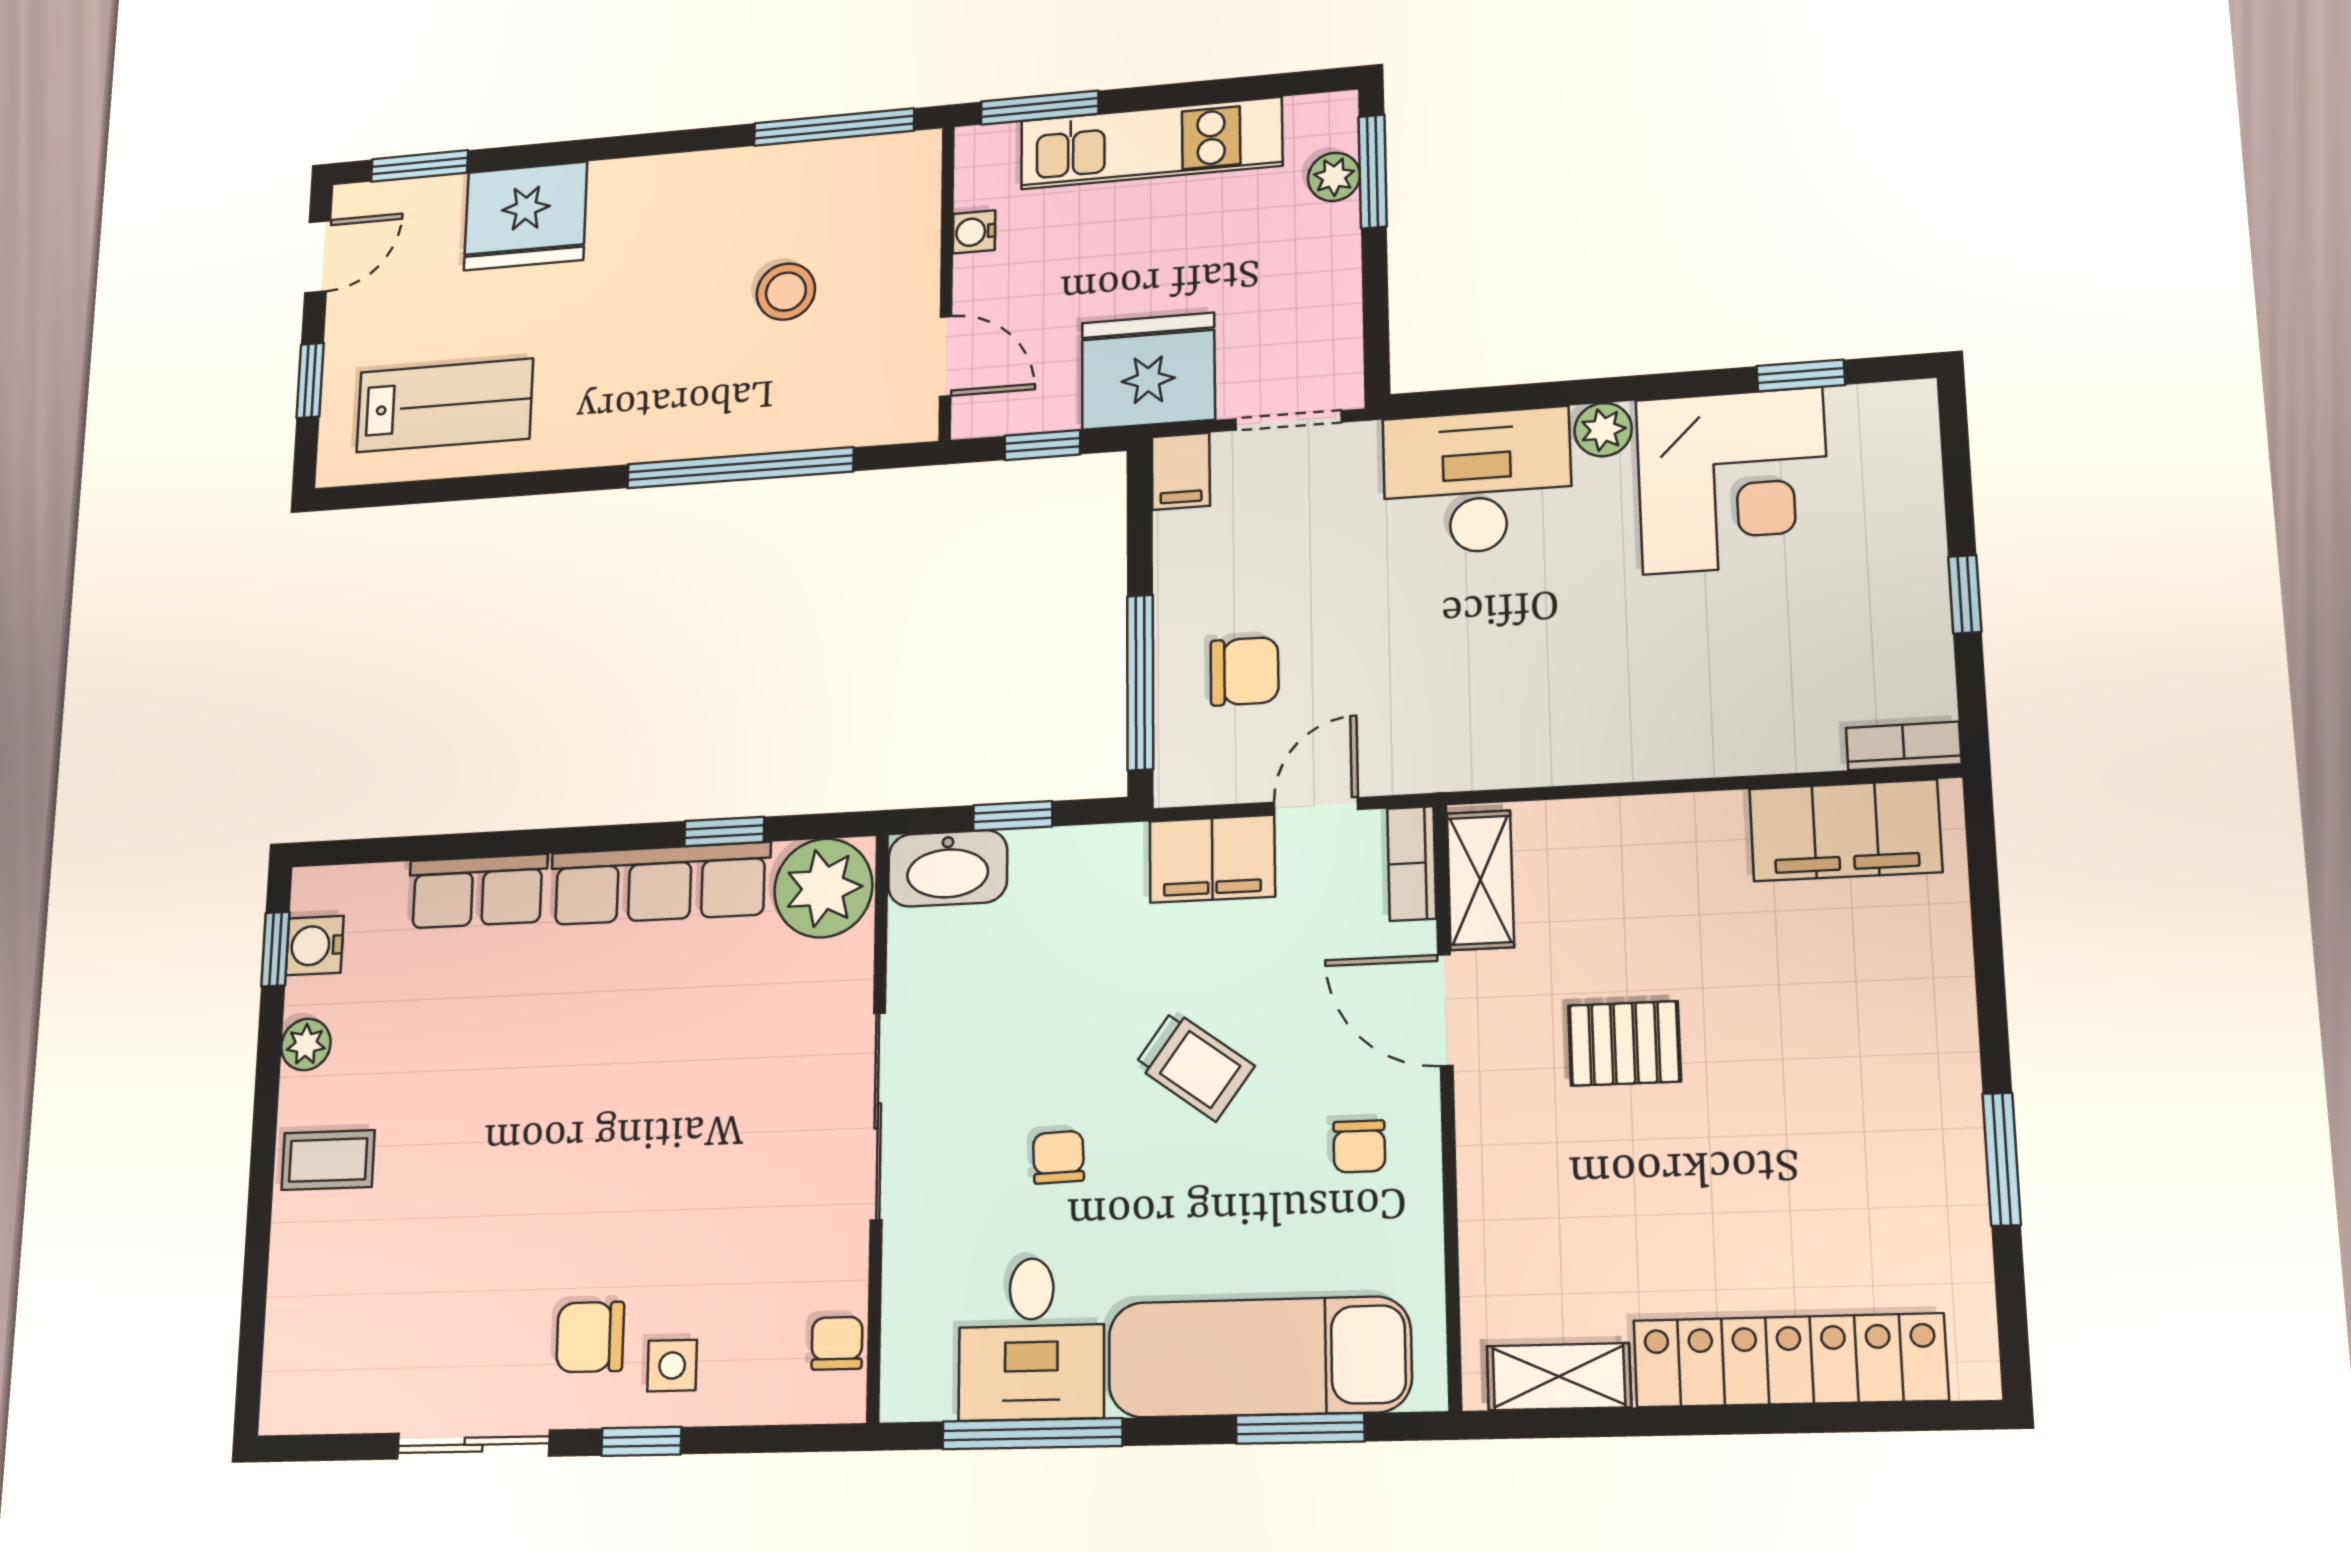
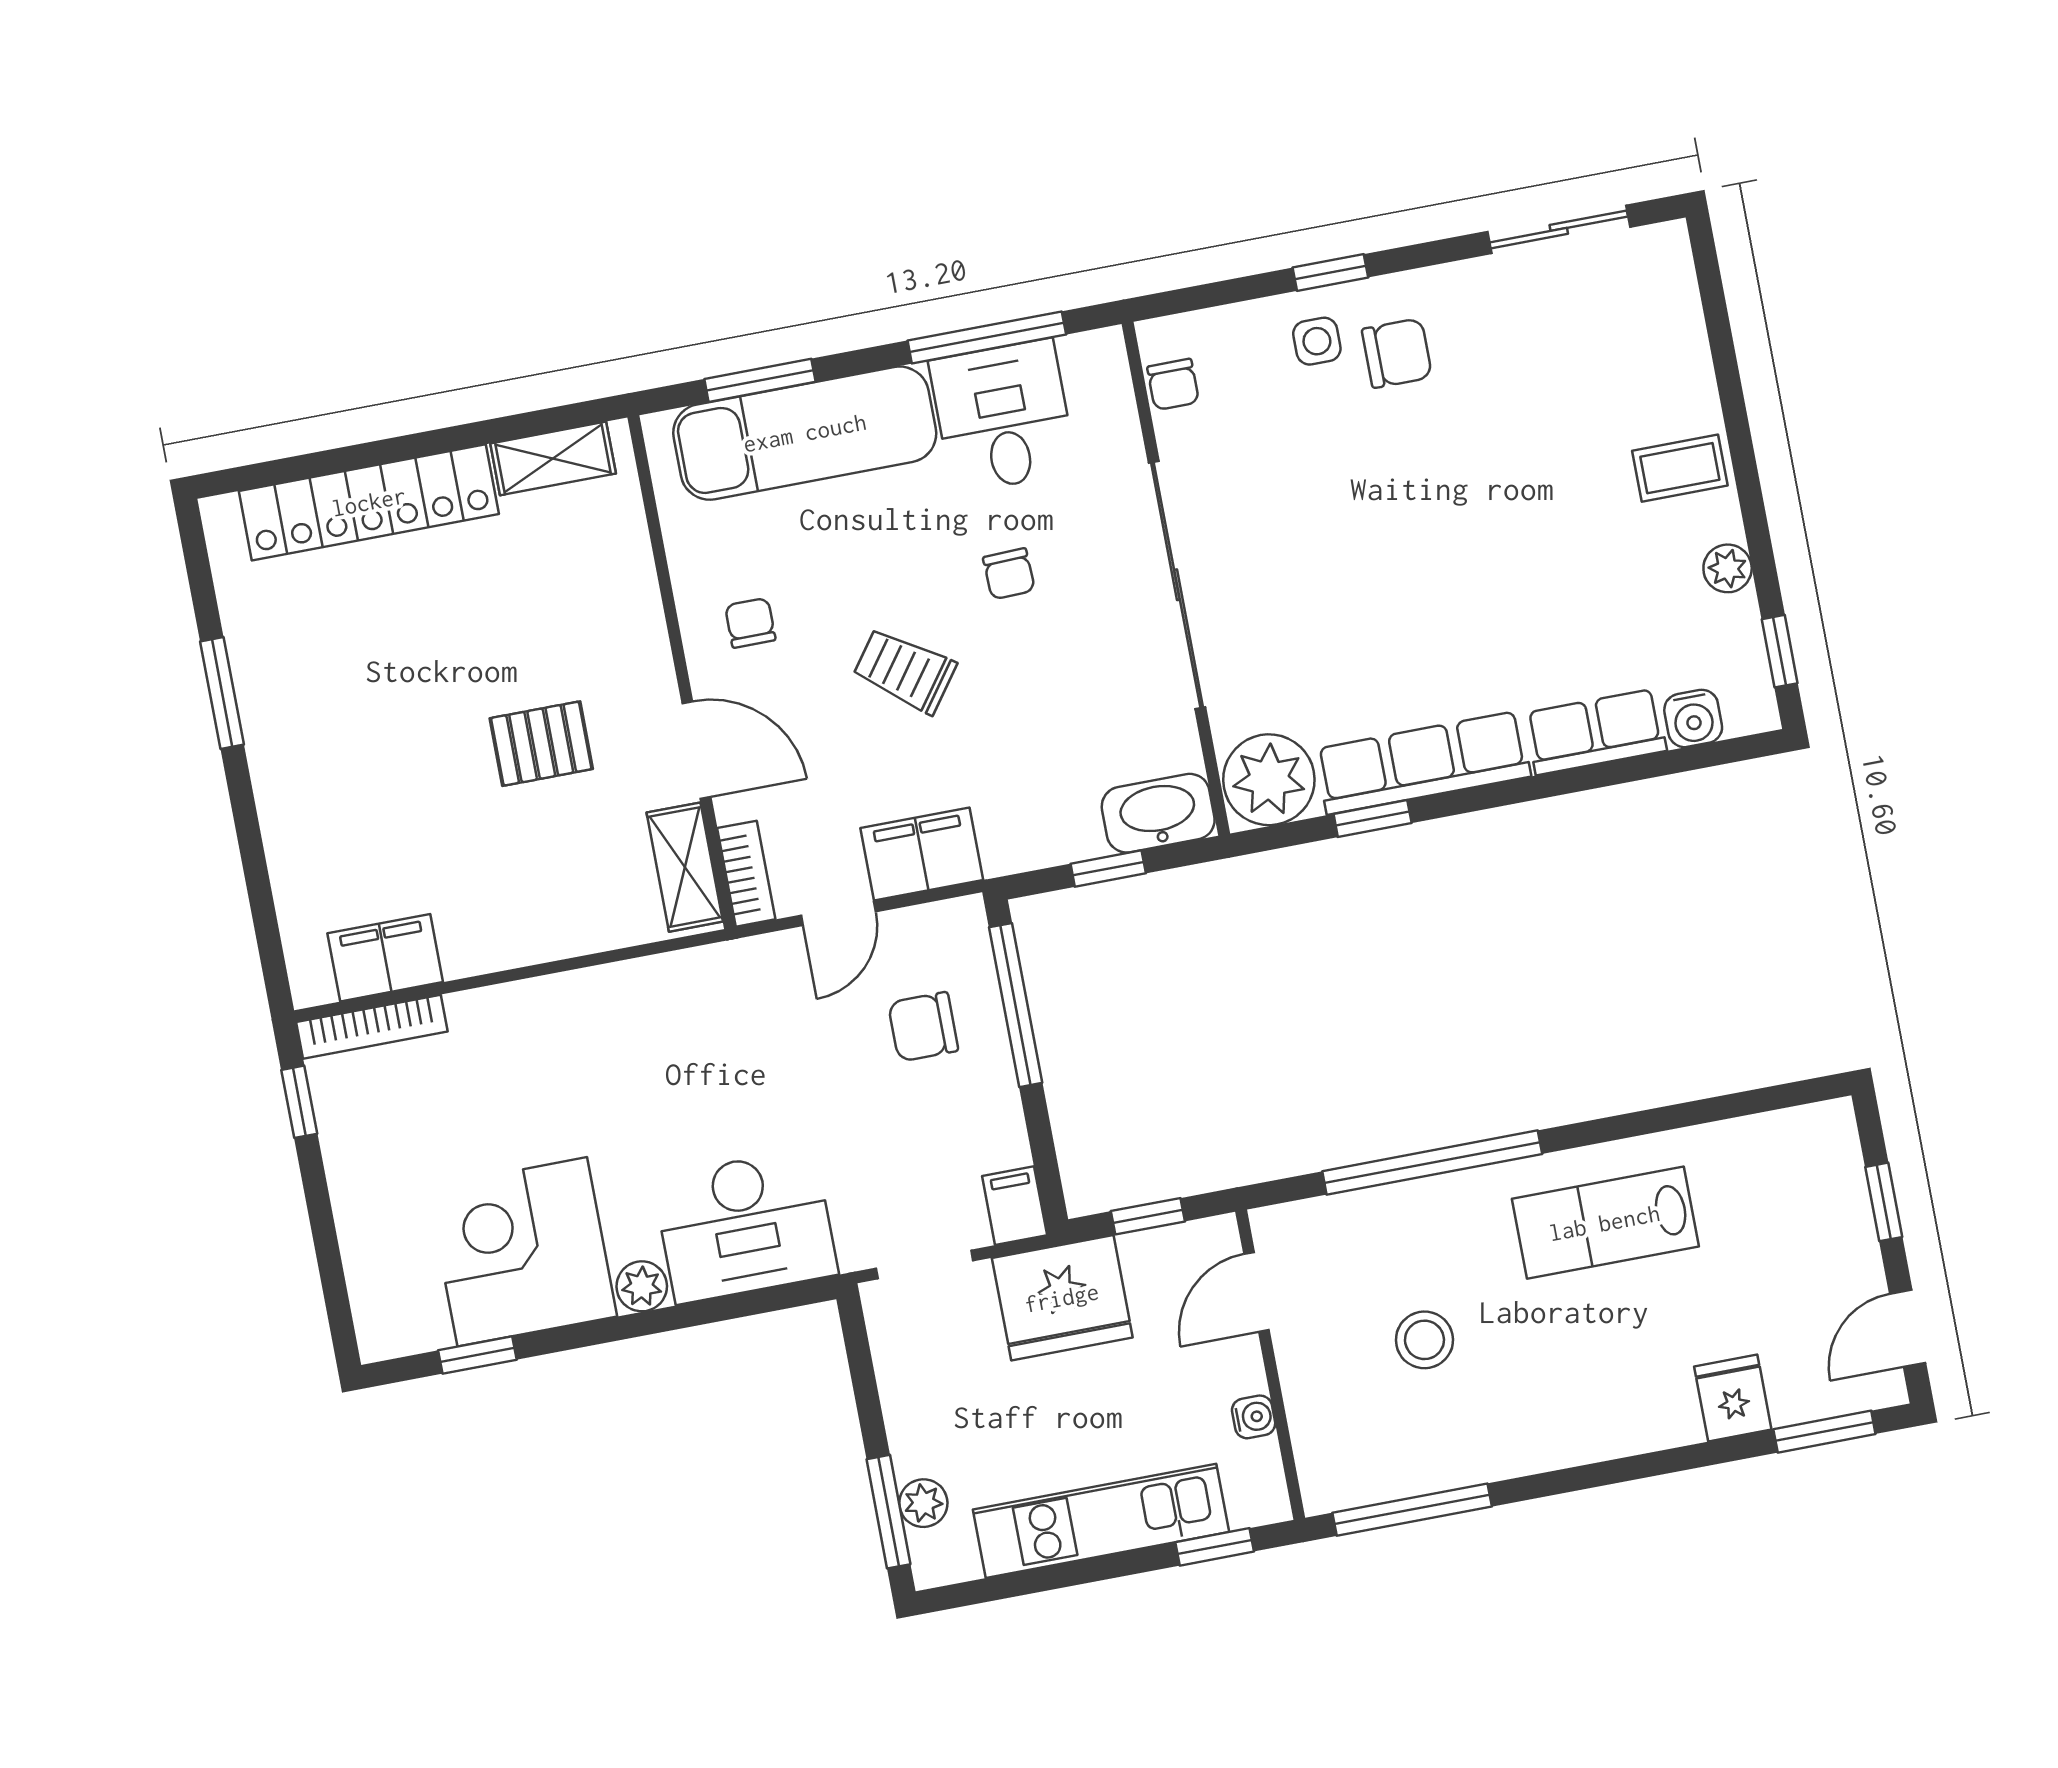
window: (1040, 108) -> (1215, 1547), width x0.67
fridge: (526, 216) -> (1733, 1398), width x0.53, depth x0.75
door: (946, 356) -> (1256, 1292), hinge flipped
lab bench: (445, 405) -> (1605, 1223), moved
window: (1965, 594) -> (299, 1102), moved
bookcase: (1904, 746) -> (372, 1027), width x1.56
filing cabinet: (1845, 830) -> (385, 958), width x0.67, depth x0.86
water cooler: (315, 946) -> (1693, 718), moved, turned 90
sliding door: (878, 1116) -> (1177, 585), width x1.36
sliding door: (473, 1445) -> (1559, 229), moved

